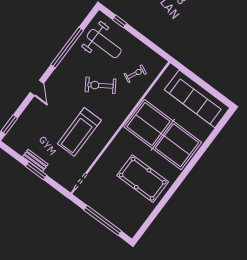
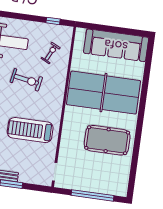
window: (120, 21) -> (53, 21), moved
exercise bike: (101, 85) -> (26, 80), turned -137
treadmill: (79, 132) -> (30, 130), turned 90

